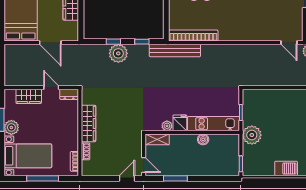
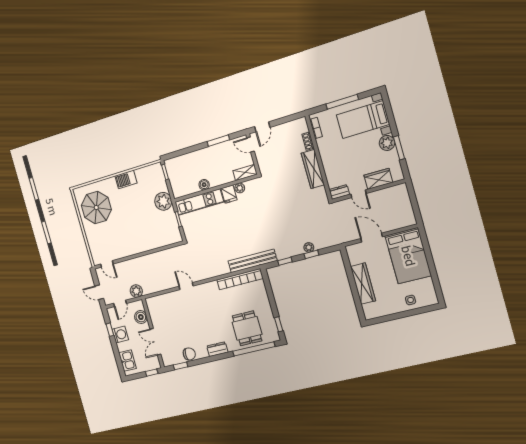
door: (289, 43) -> (186, 286), moved
plant: (118, 53) -> (309, 247), width x0.53, depth x0.53

